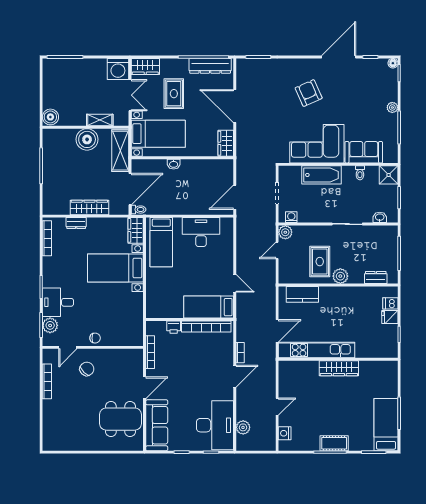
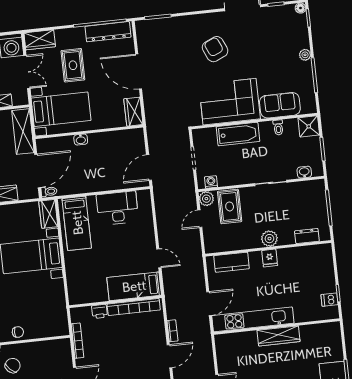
rug: (320, 262) -> (230, 206), moved
dishwasher: (390, 303) -> (329, 300), moved
fridge: (390, 317) -> (270, 258), moved, turned -90

